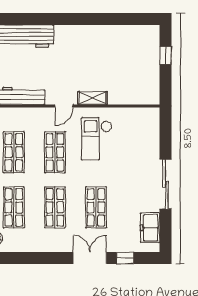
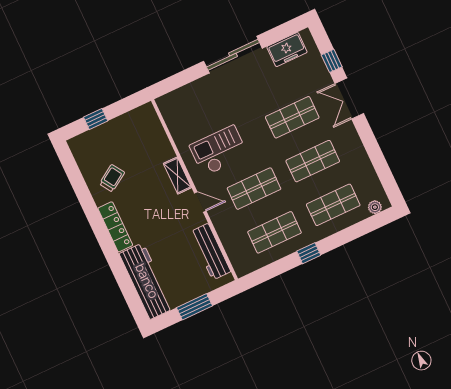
locker: (75, 32) -> (115, 227), added
trolley: (114, 47) -> (112, 178), added
checkout: (97, 139) -> (219, 151), turned 180

